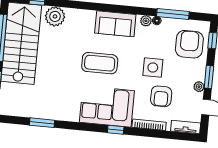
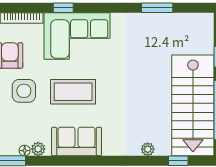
plant: (55, 16) -> (148, 149), width x0.53, depth x0.53
coffee table: (100, 63) -> (73, 92), moved

